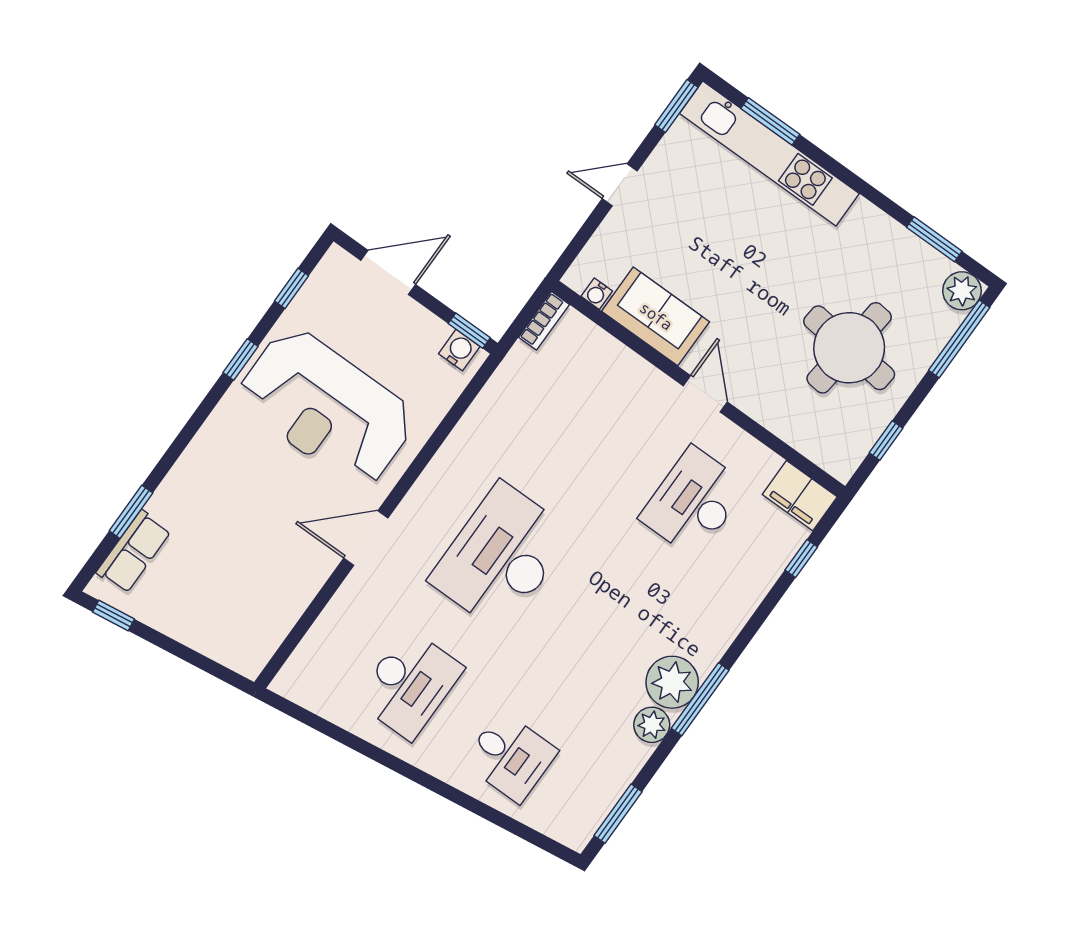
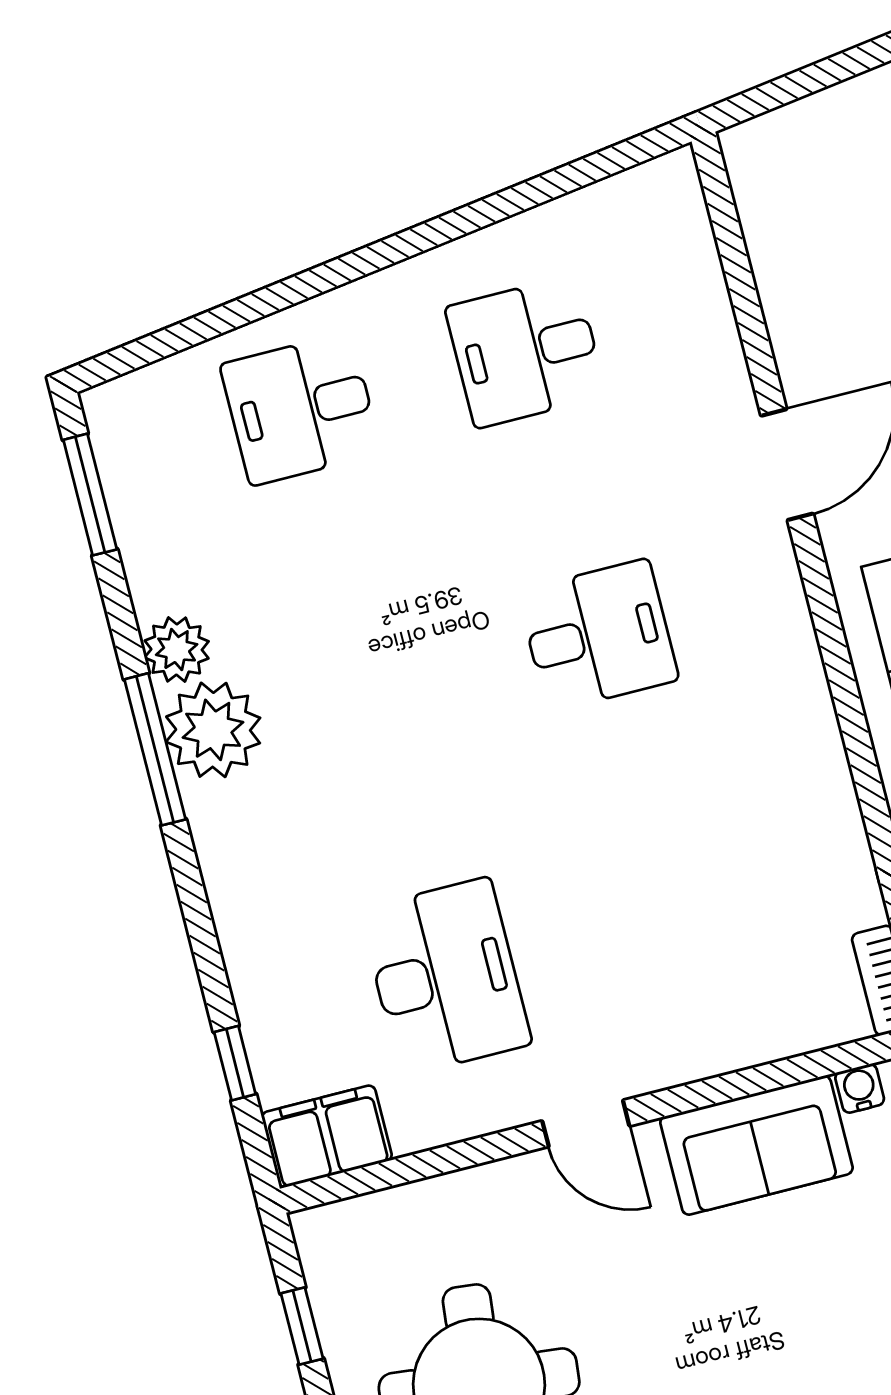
desk: (501, 557) -> (598, 635), width x0.53, depth x0.77
desk: (409, 684) -> (526, 352), width x0.73

